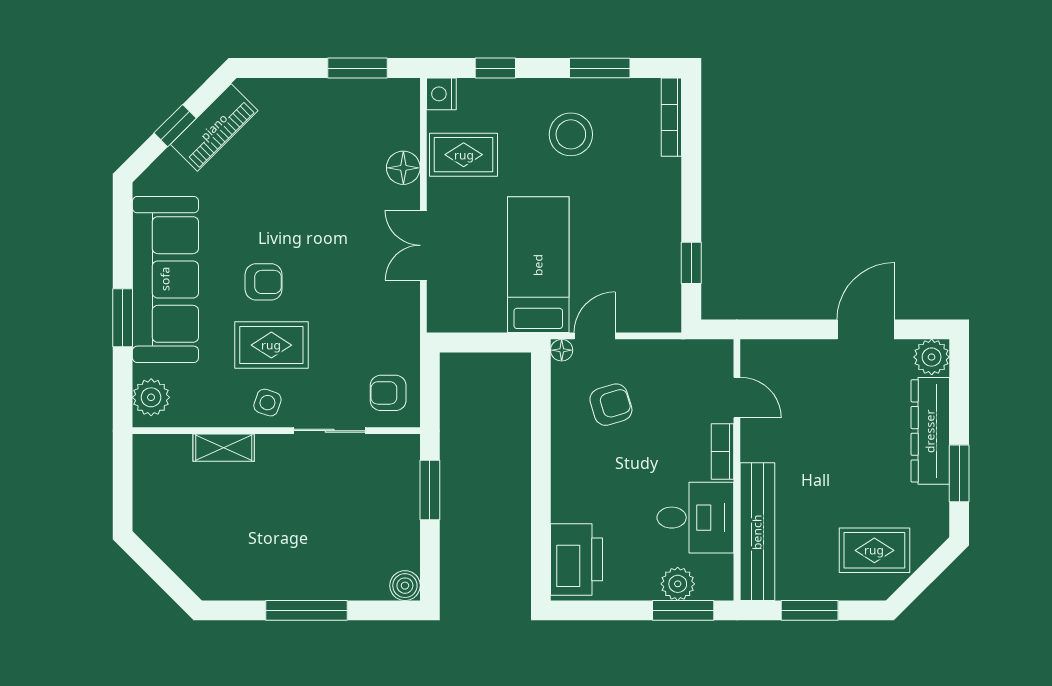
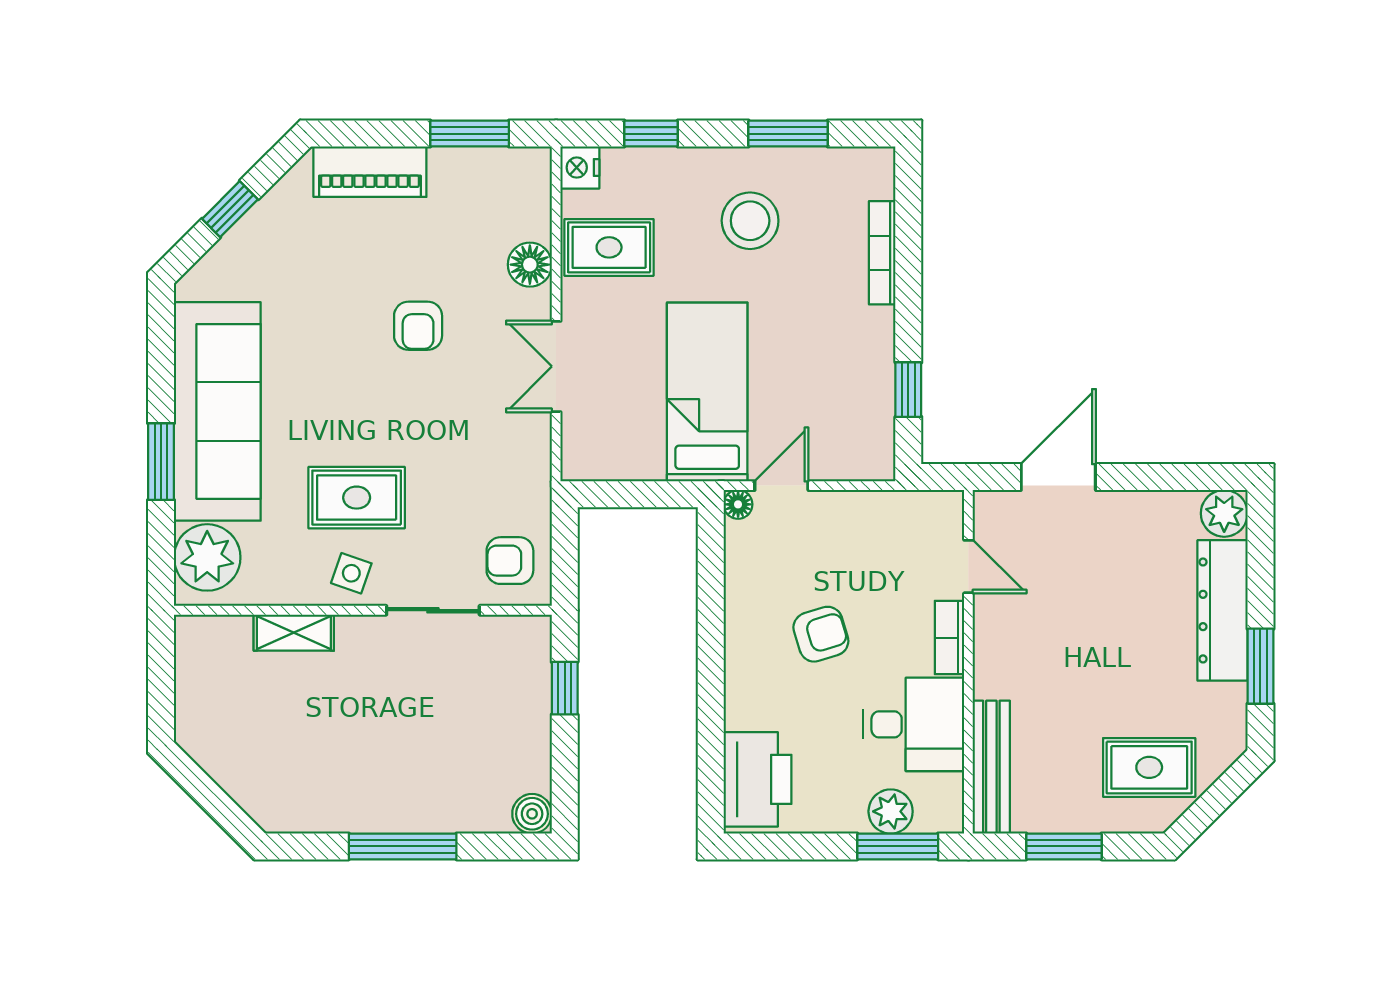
bookcase: (671, 117) -> (882, 253), moved
piano: (214, 127) -> (370, 172), moved, turned 45
armchair: (264, 282) -> (418, 326), moved, turned 90
door: (866, 329) -> (1058, 477), moved
plant: (151, 397) -> (207, 557), width x1.36, depth x1.36
armchair: (611, 405) -> (821, 634), moved
window: (430, 490) -> (565, 688), width x0.67
bench: (757, 532) -> (991, 767), width x0.73, depth x0.82

